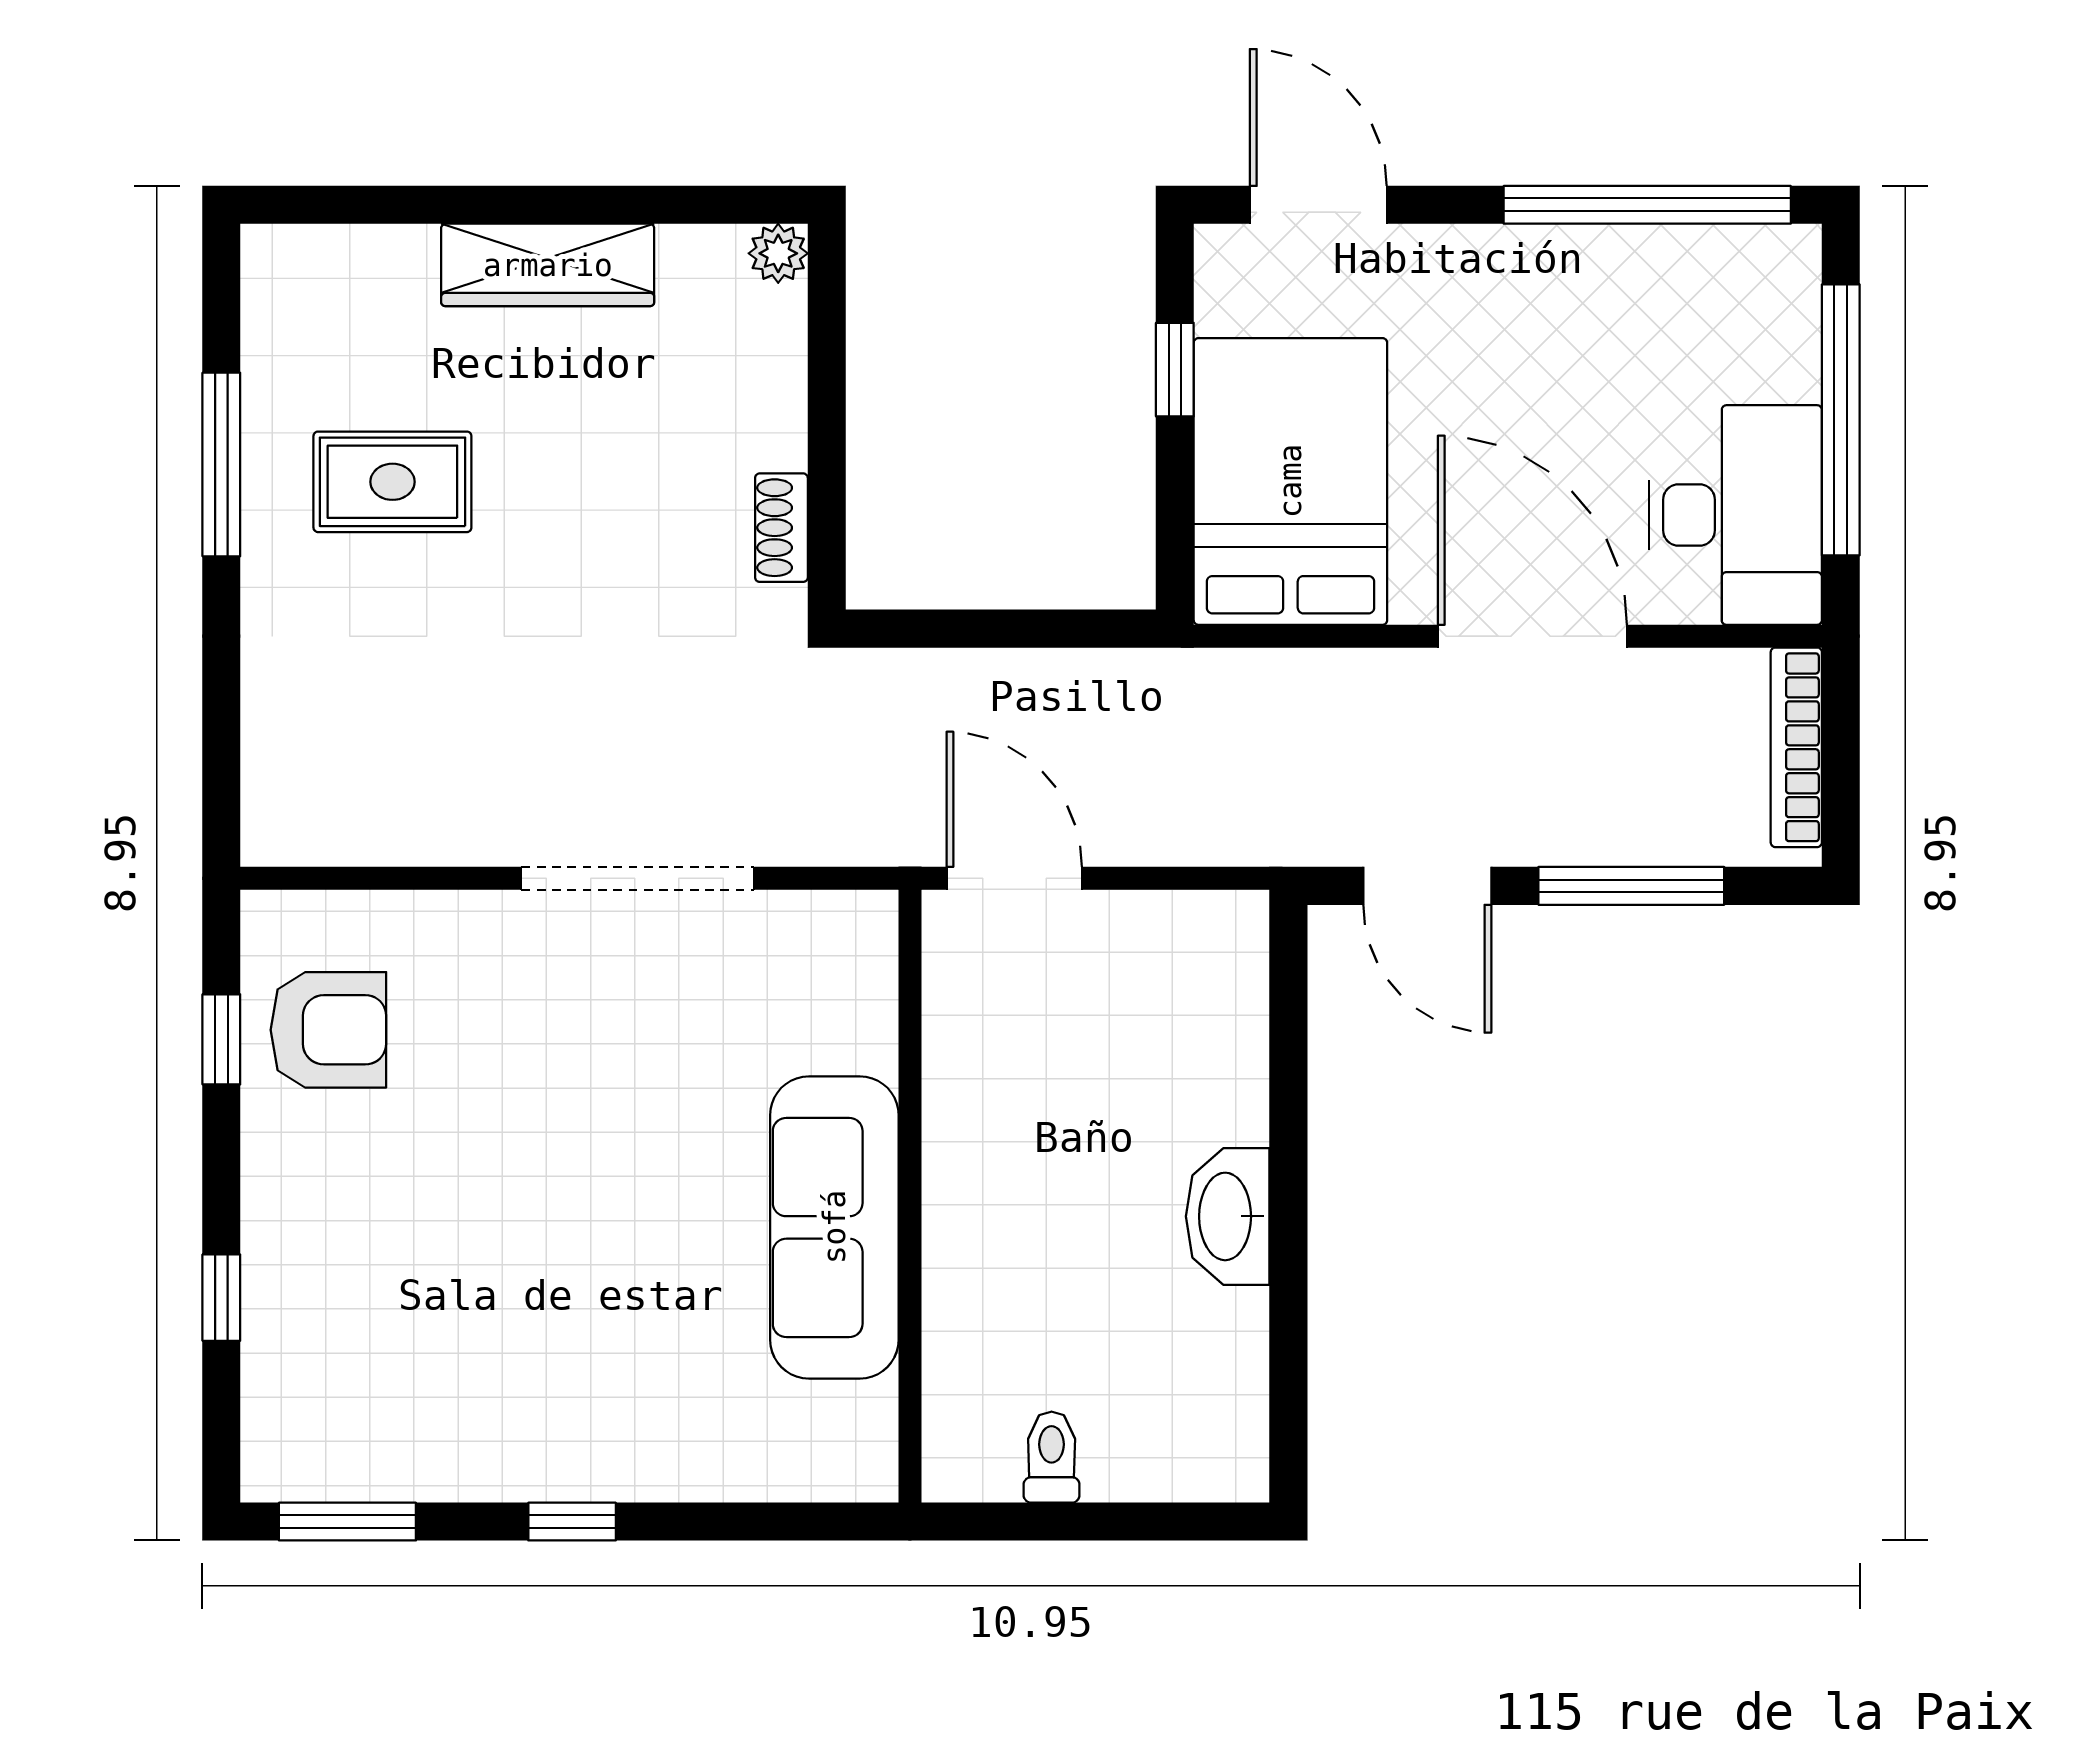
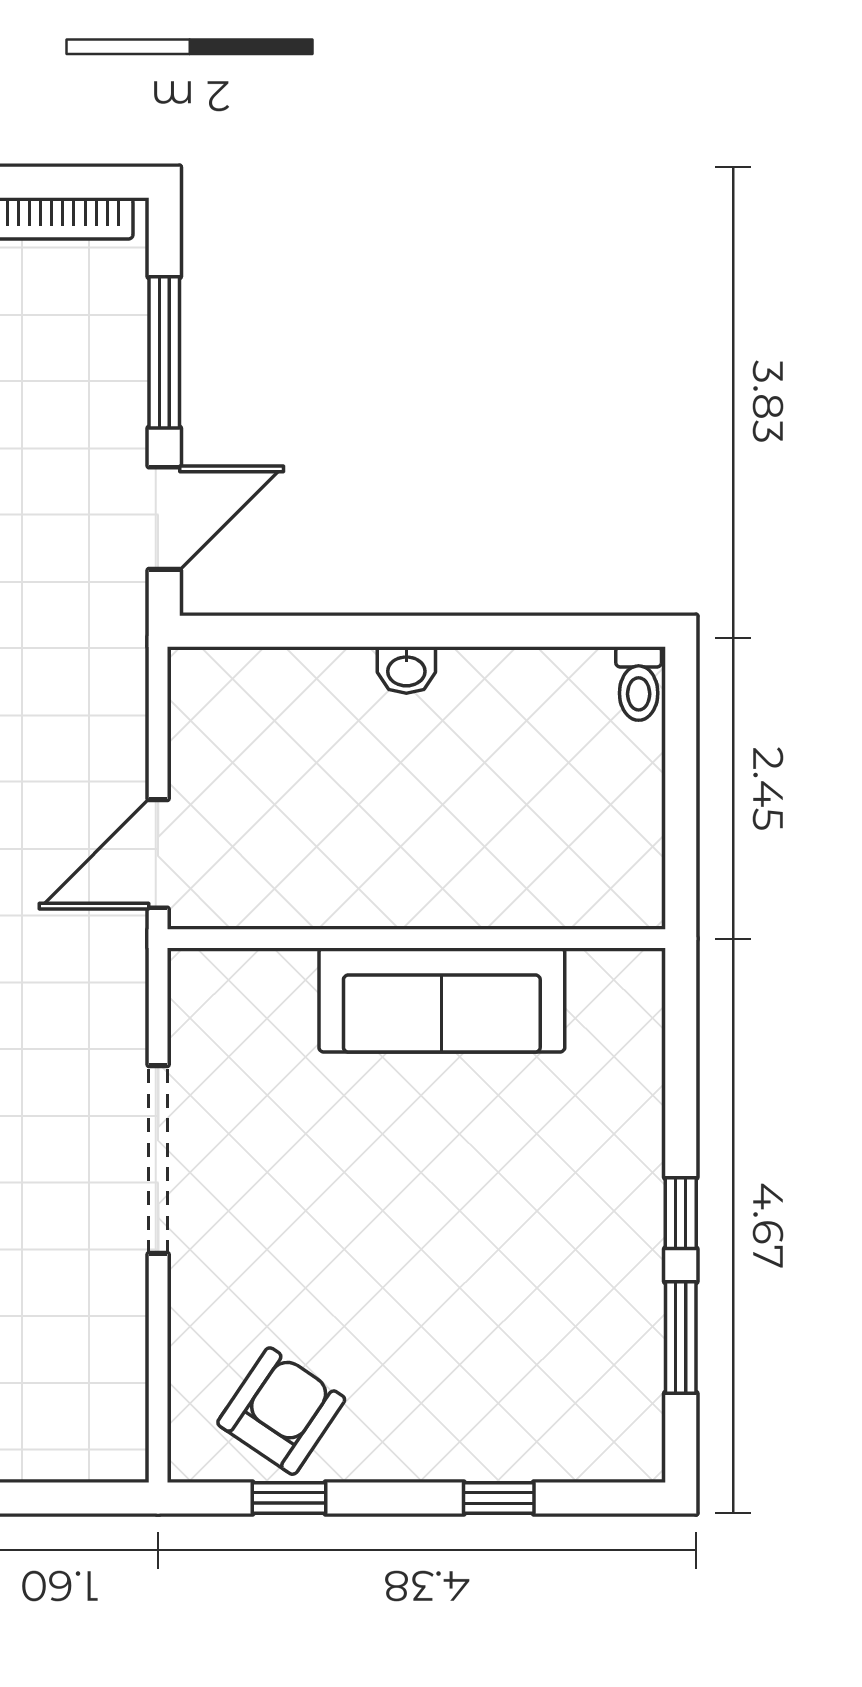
armchair: (328, 1030) -> (281, 1411), turned 34
washbasin: (1228, 1216) -> (406, 670), width x0.52, depth x0.69
toilet: (1052, 1457) -> (639, 683), moved, turned -90
window: (347, 1522) -> (681, 1337), moved

